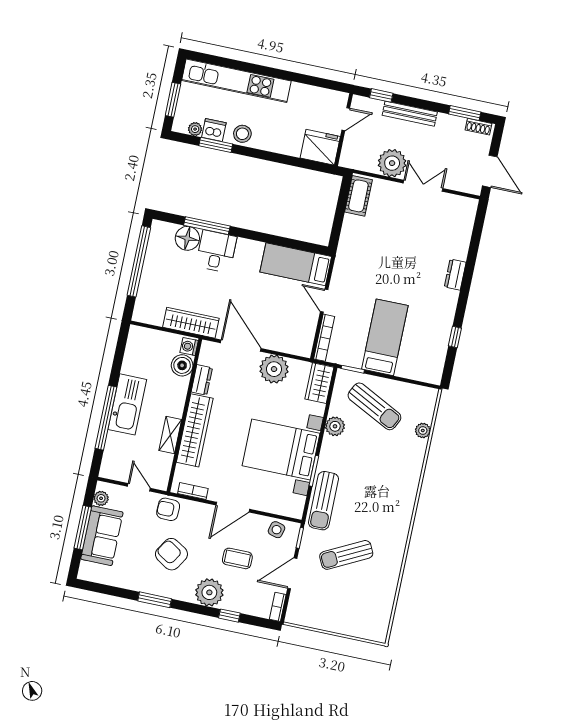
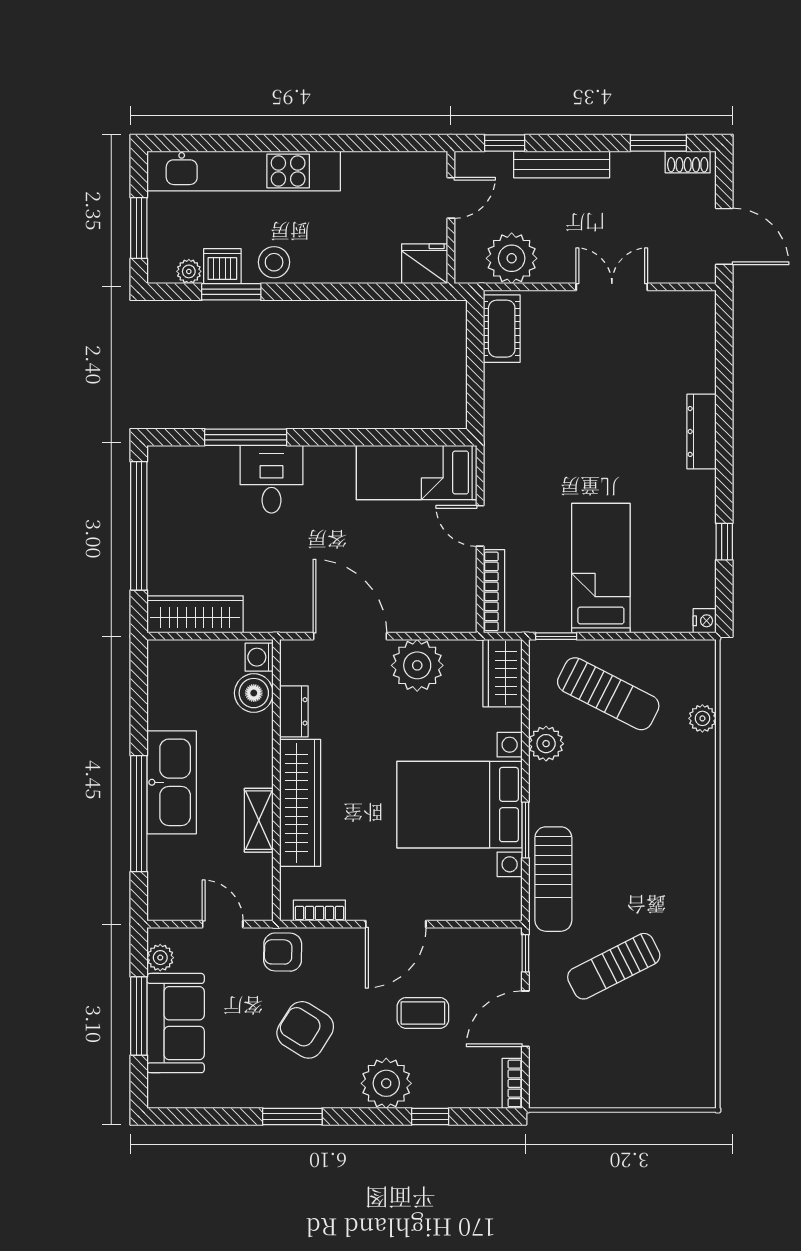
fridge: (320, 147) -> (425, 264), width x0.73, depth x0.75
plant: (392, 163) -> (512, 258), moved
floor lamp: (187, 238) -> (216, 467), removed
dresser: (455, 275) -> (702, 431), width x1.44
wardrobe: (191, 323) -> (195, 614), moved
nightstand: (435, 378) -> (705, 621), added
side table: (277, 530) -> (481, 948), removed

